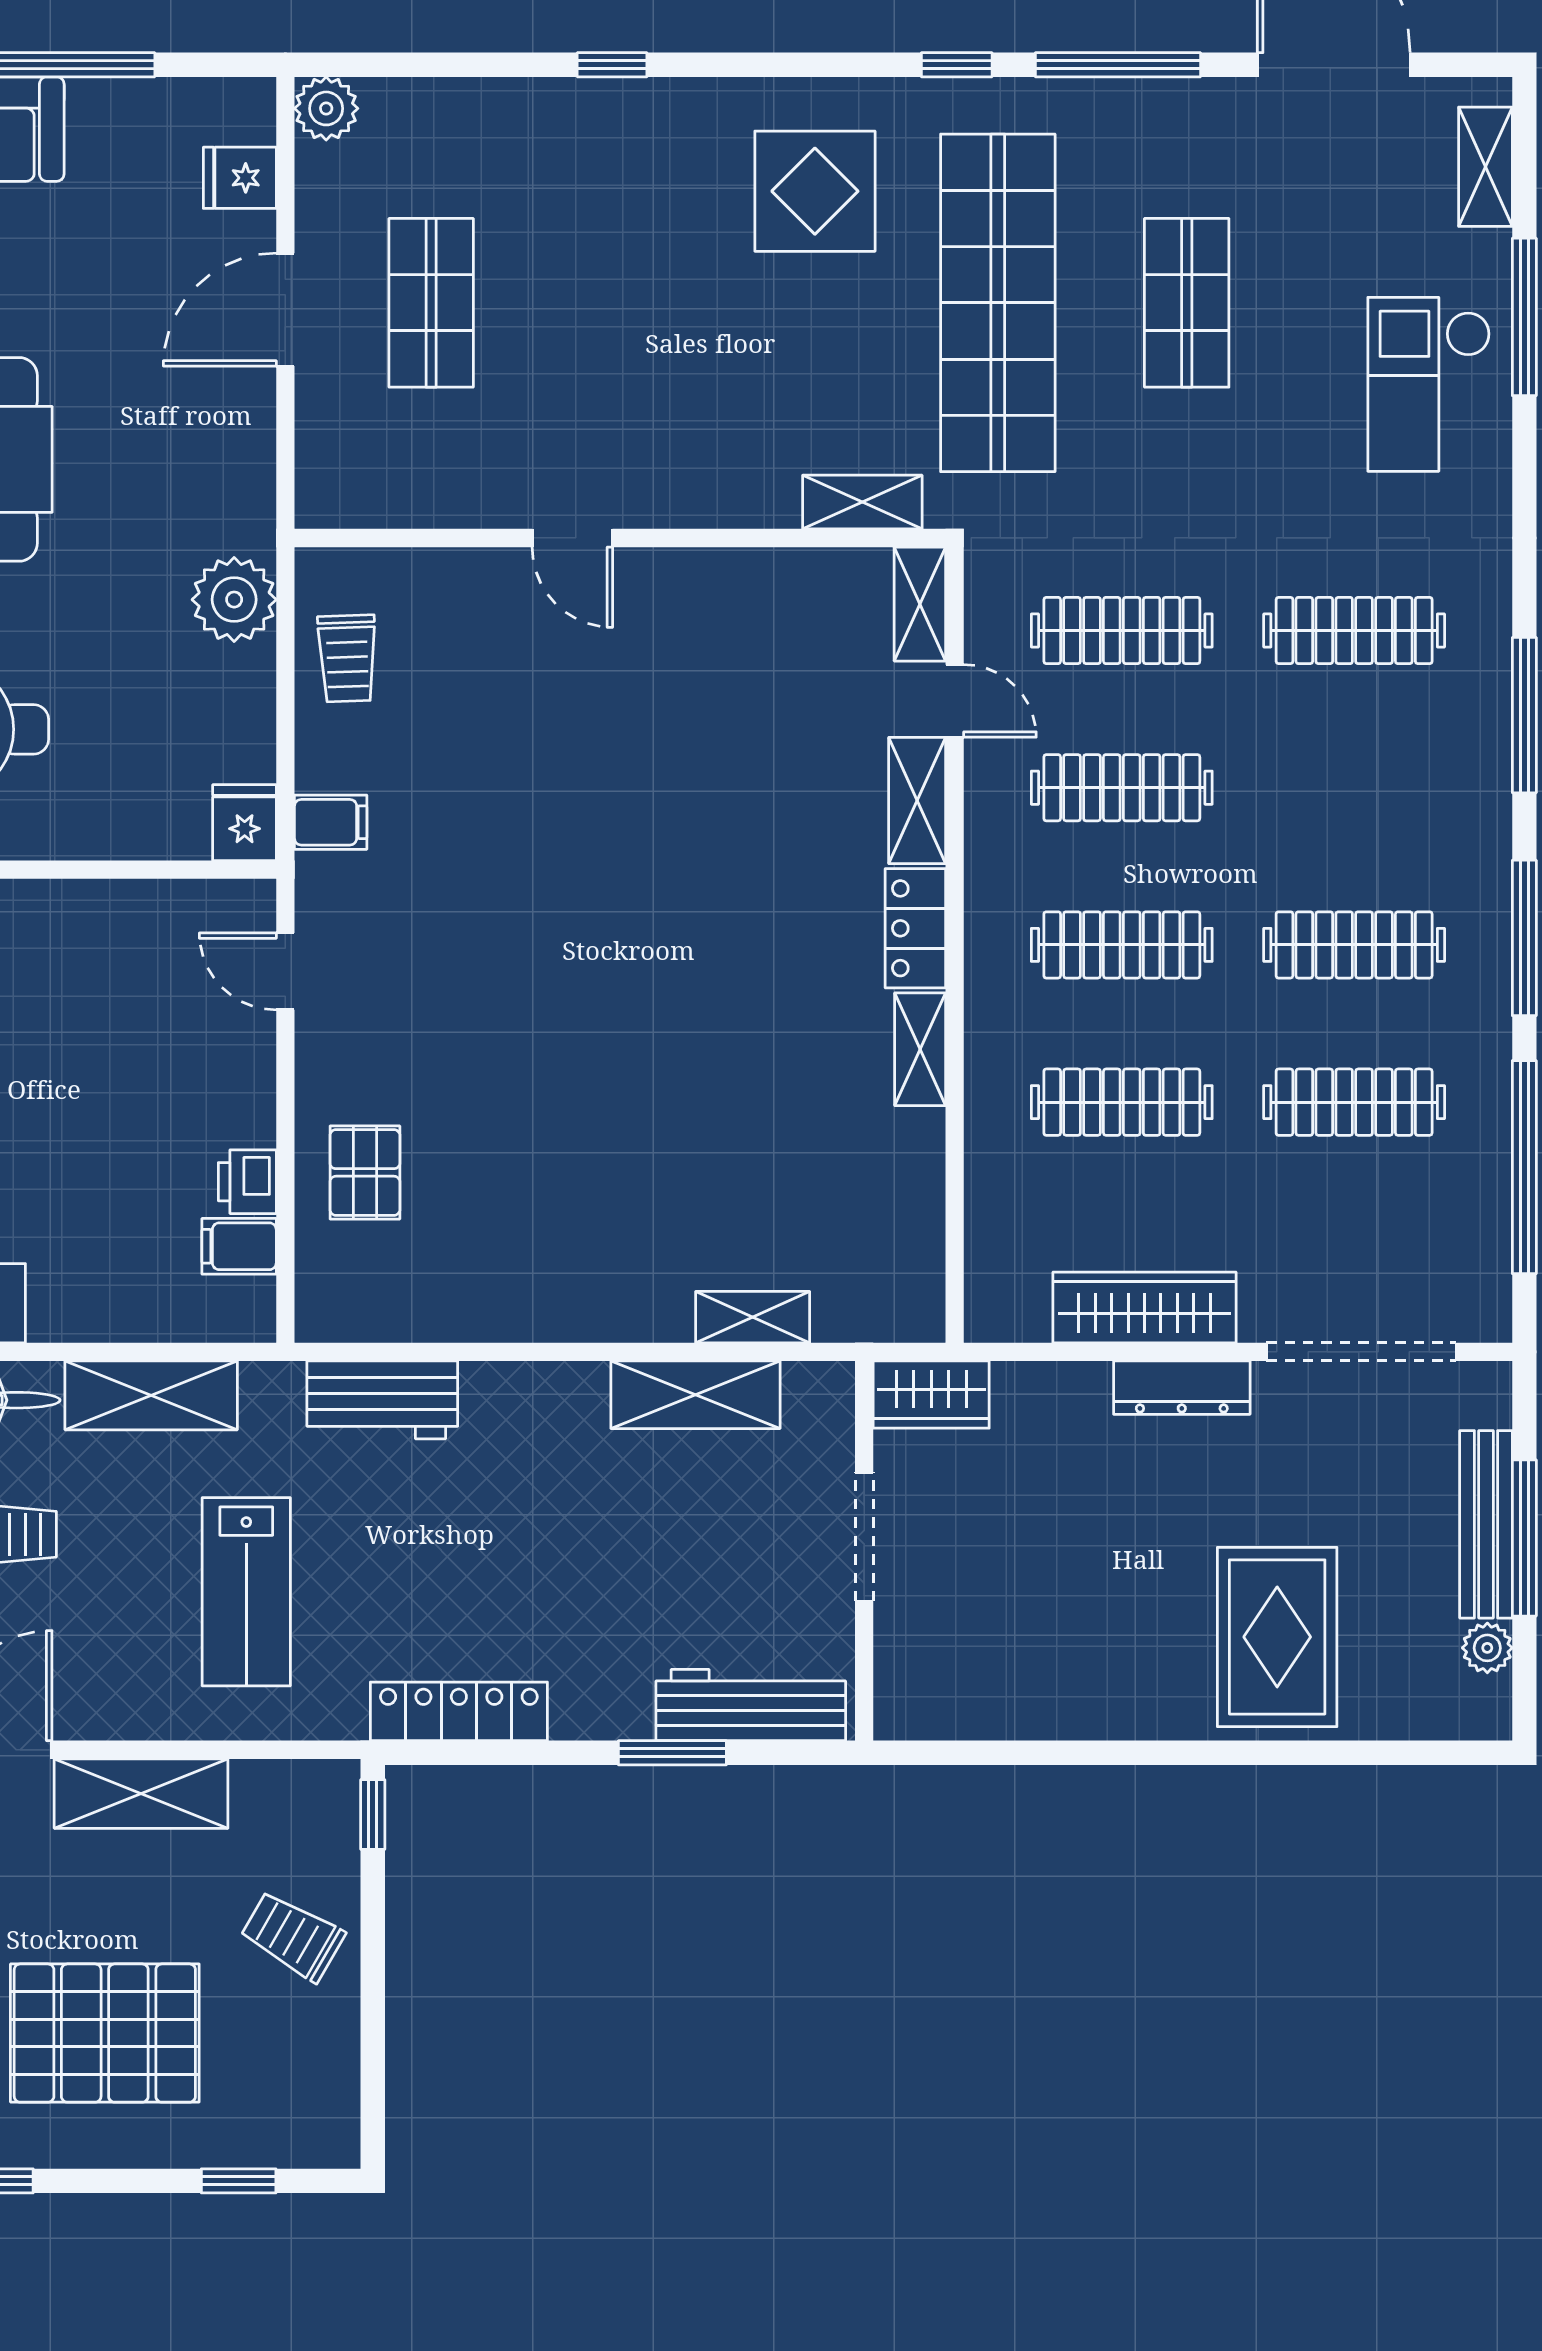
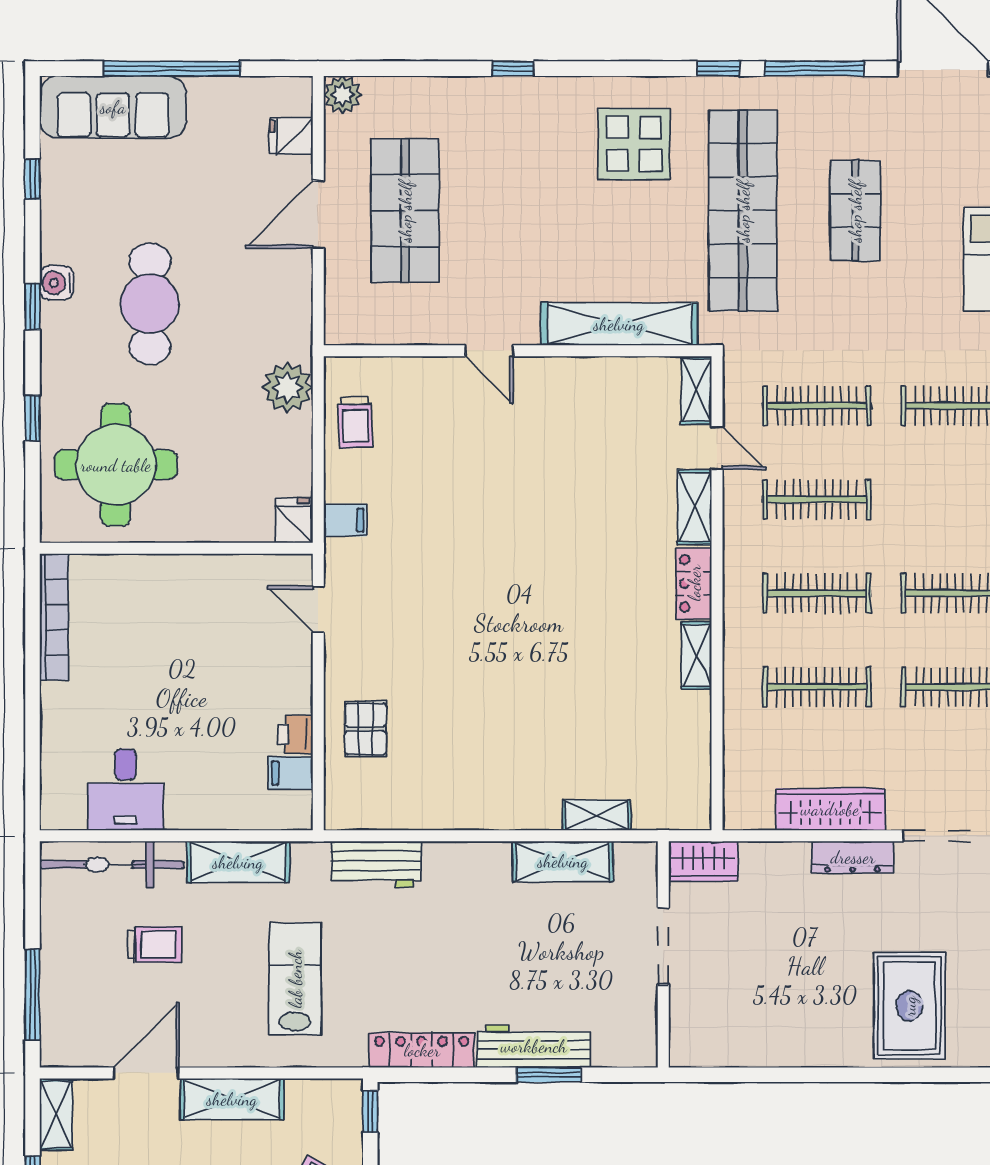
shop shelf: (431, 303) -> (405, 211), width x1.43, depth x1.36
shelving: (862, 502) -> (619, 324), width x2.20, depth x1.33
lab bench: (246, 1592) -> (295, 979), turned 180
workbench: (751, 1705) -> (534, 1046), moved

